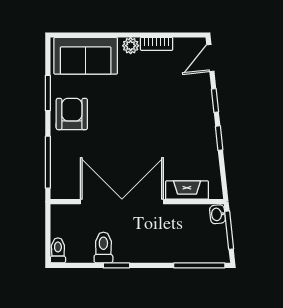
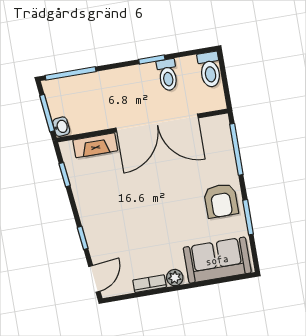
window: (219, 138) -> (65, 175), moved
toilet: (58, 250) -> (210, 70), width x1.37, depth x1.39

